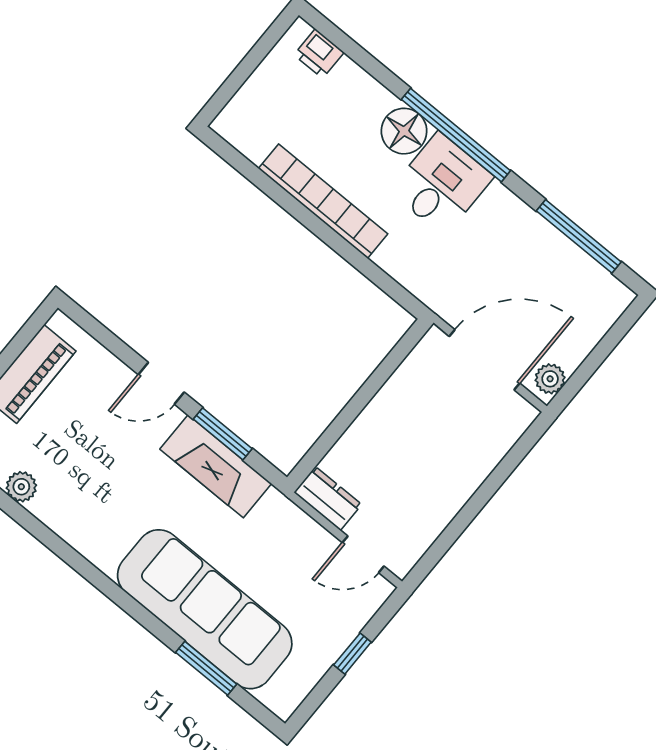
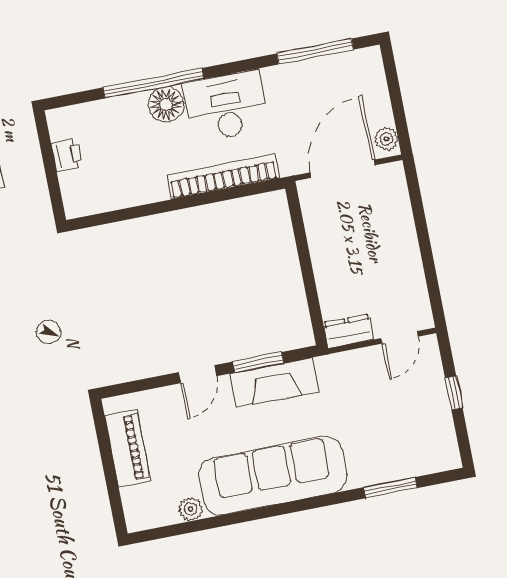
printer: (319, 54) -> (67, 155), moved, turned -90
window: (456, 135) -> (153, 83), moved
desk: (441, 184) -> (226, 106), width x1.37
bookcase: (323, 201) -> (223, 177), moved
sofa: (205, 609) -> (273, 475), moved

